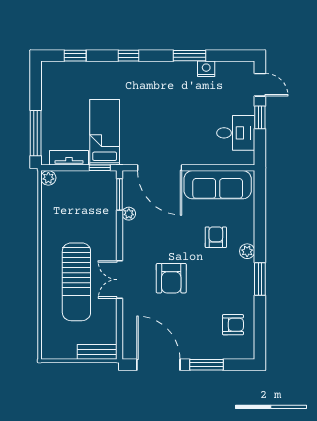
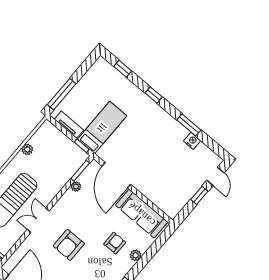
desk: (236, 133) -> (178, 192), removed
plant: (48, 178) -> (27, 149), moved
plant: (247, 251) -> (136, 255), moved

